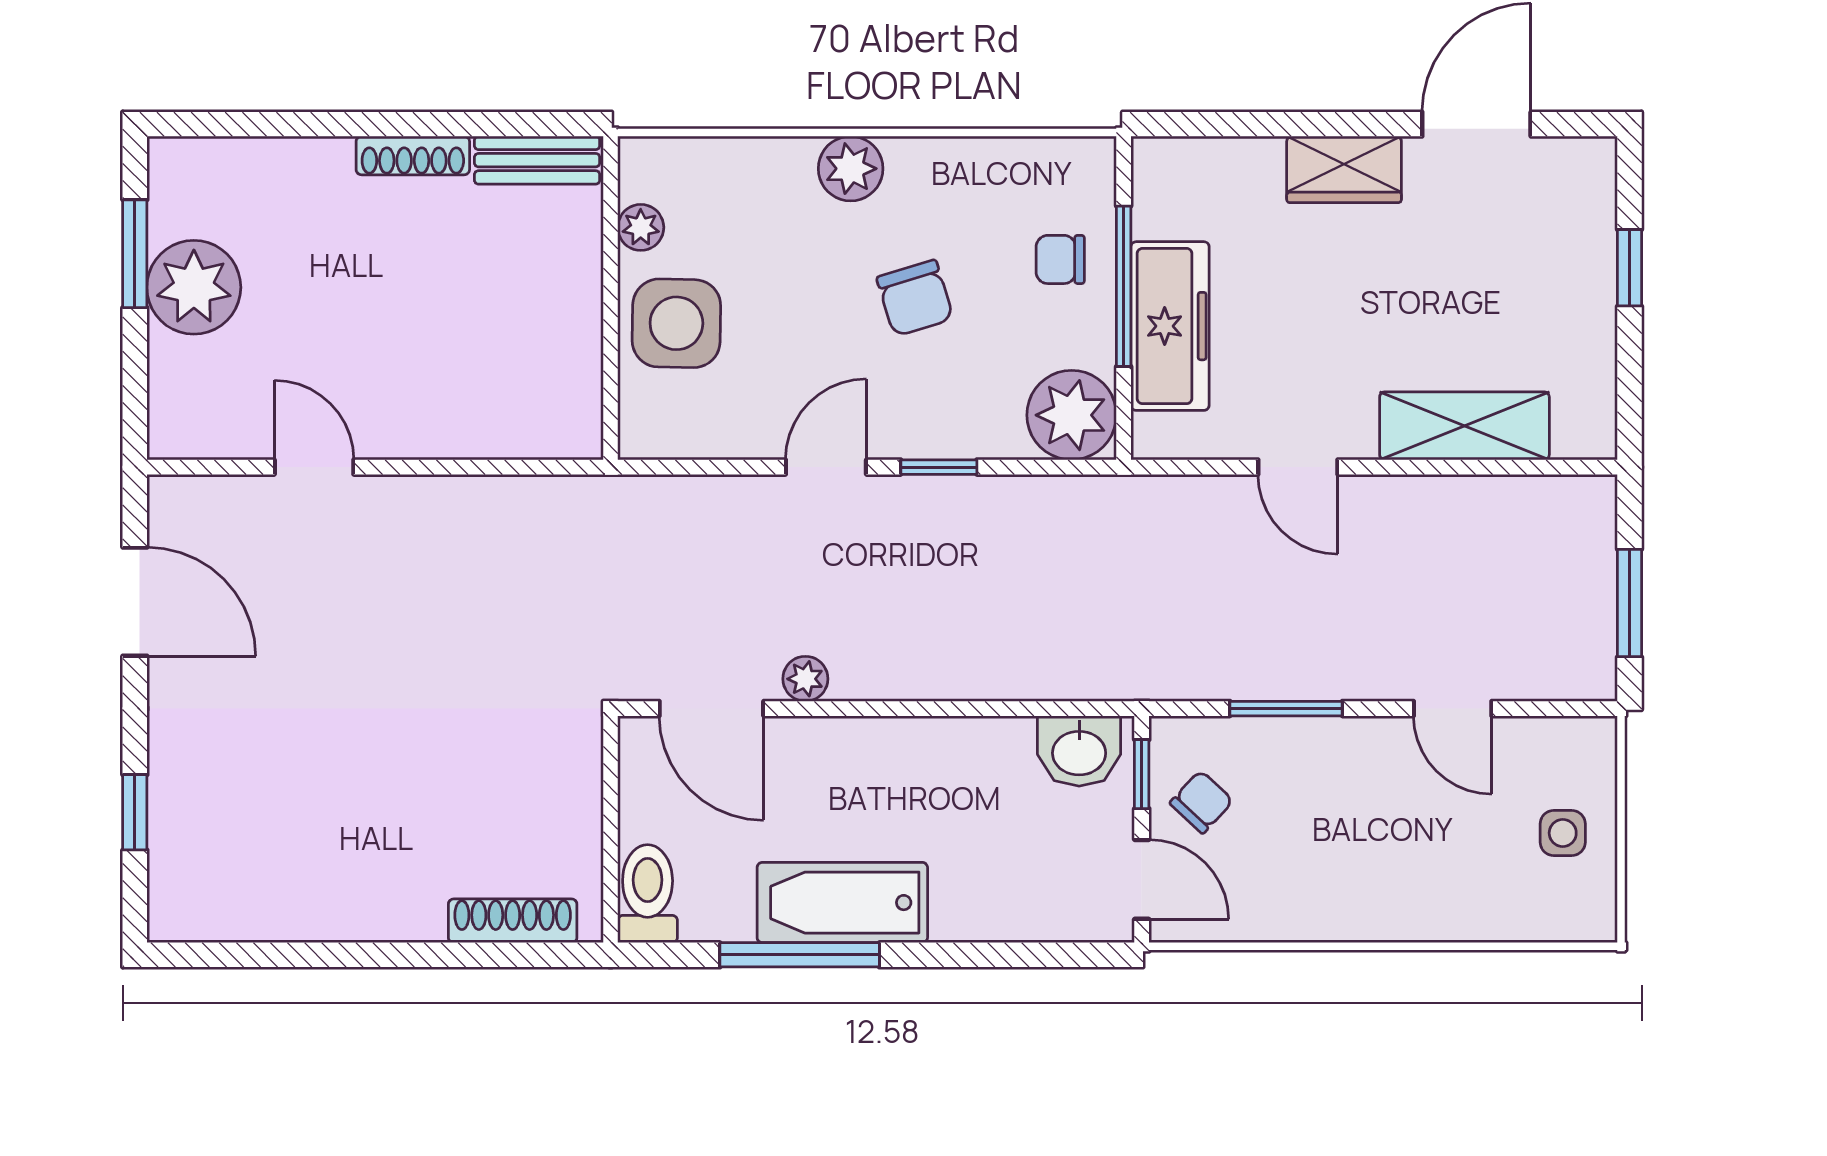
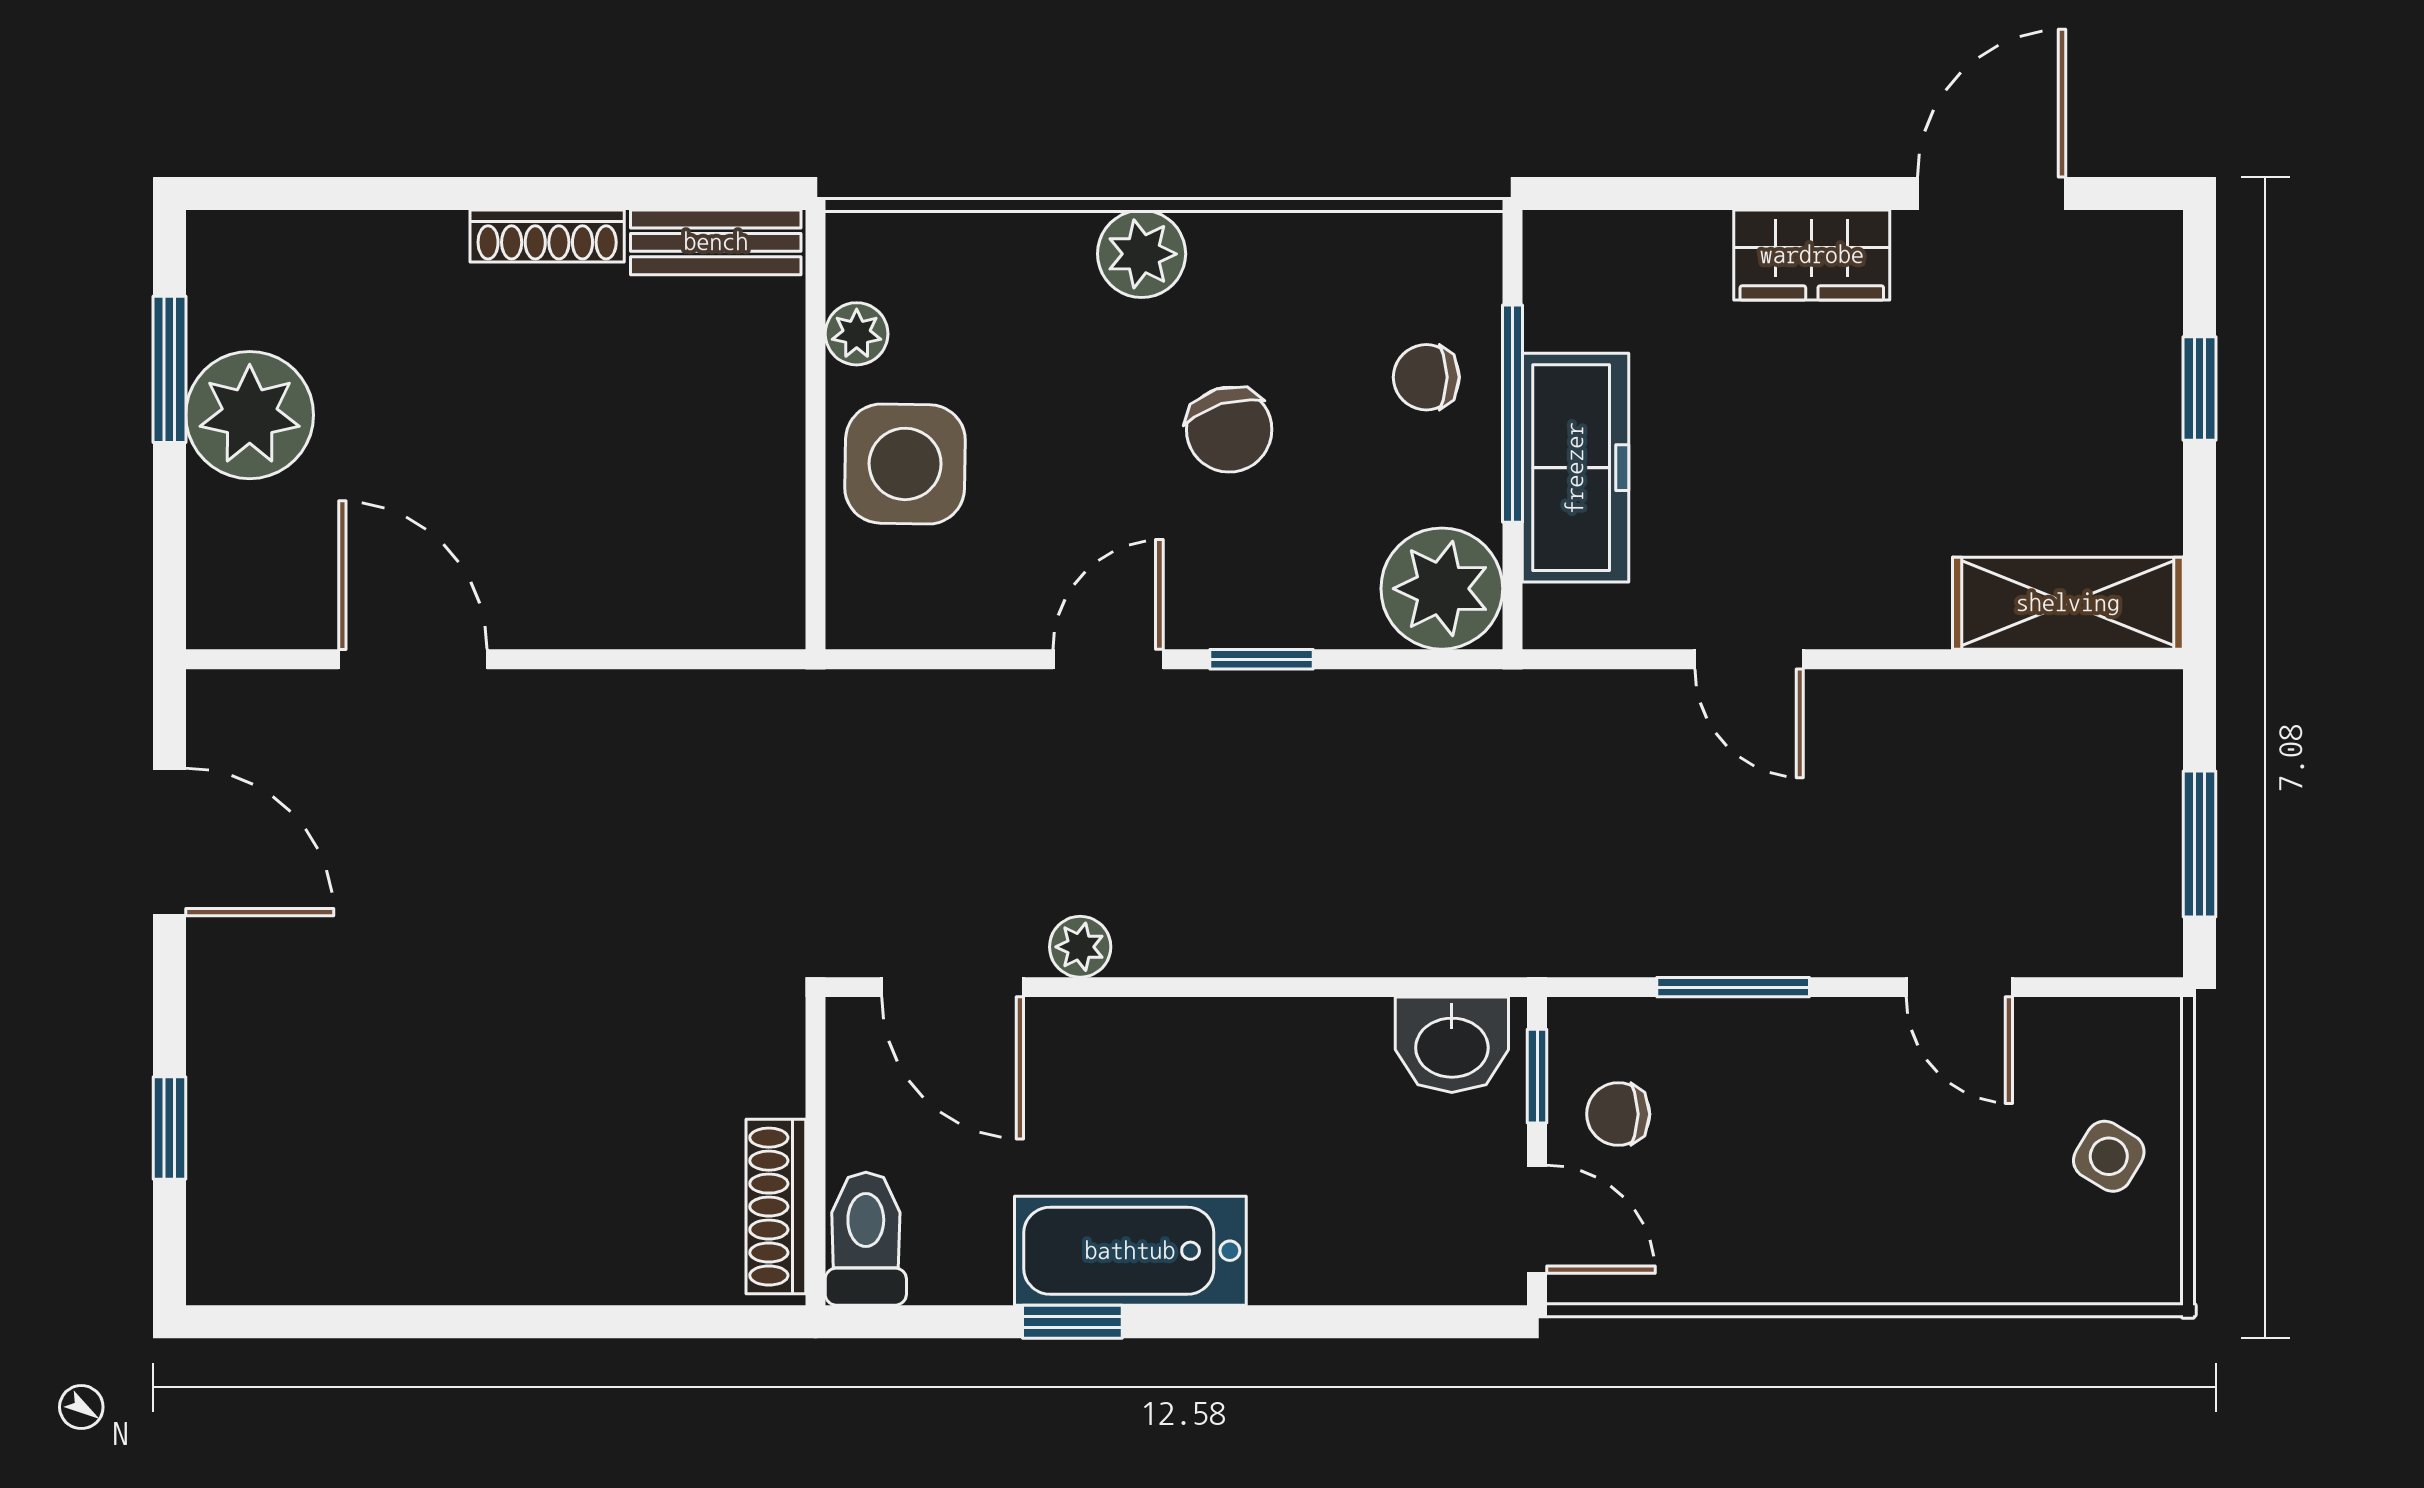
shelving: (1464, 426) -> (2068, 603), moved
door: (314, 467) -> (413, 659), width x1.38
chair: (1201, 802) -> (1618, 1114), turned -133
side table: (1563, 833) -> (2109, 1156), turned 31
shoe rack: (513, 921) -> (776, 1207), moved, turned -90
window: (800, 955) -> (1072, 1322), width x0.46

